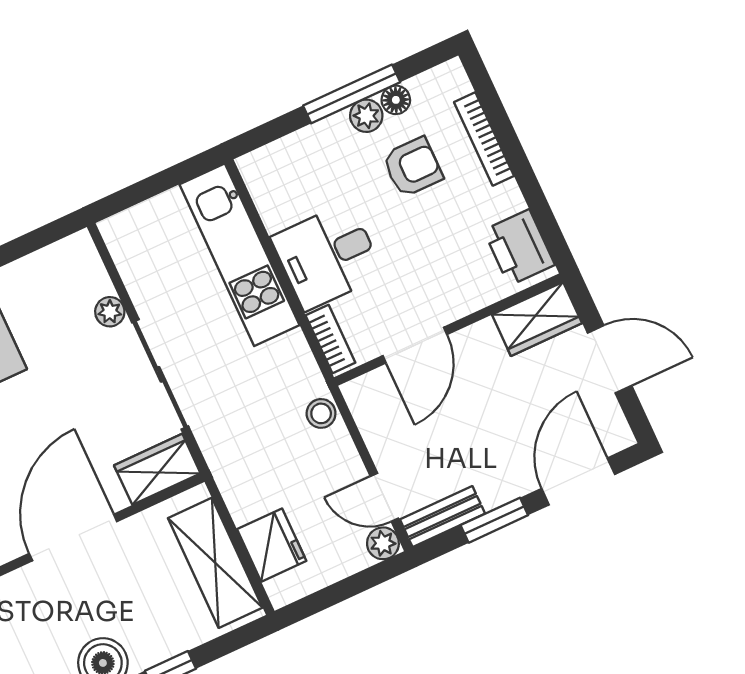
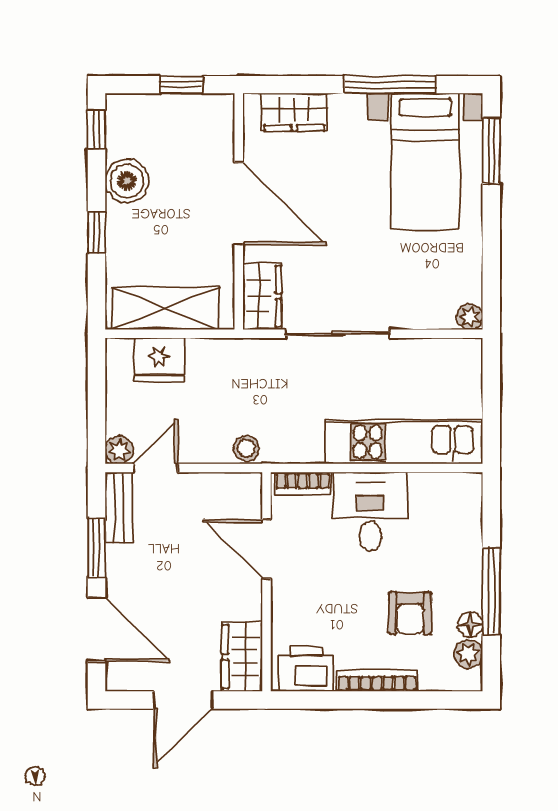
plant: (366, 116) -> (468, 654), moved
bookcase: (484, 139) -> (377, 681), moved
plant: (110, 312) -> (470, 317), moved

